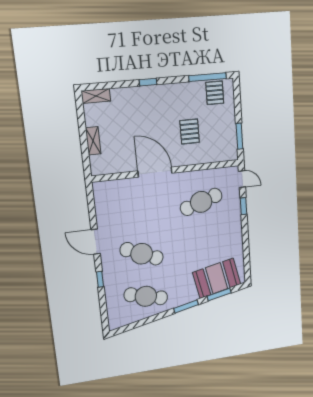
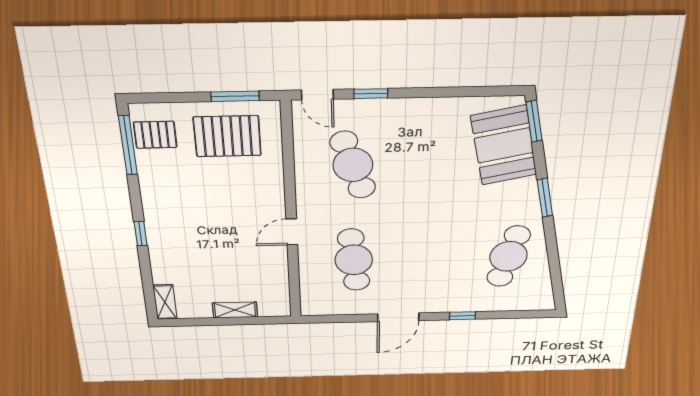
pallet: (190, 131) -> (227, 136), moved, width x1.50, depth x1.42
door: (155, 172) -> (292, 232), width x0.53
door: (242, 179) -> (317, 95), swing flipped
cafe table: (142, 254) -> (354, 260), moved, turned -30
window: (219, 294) -> (534, 121), moved

